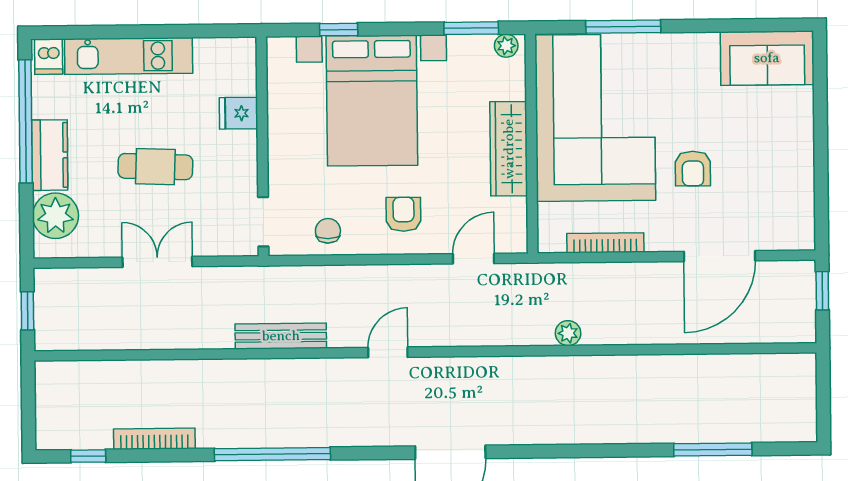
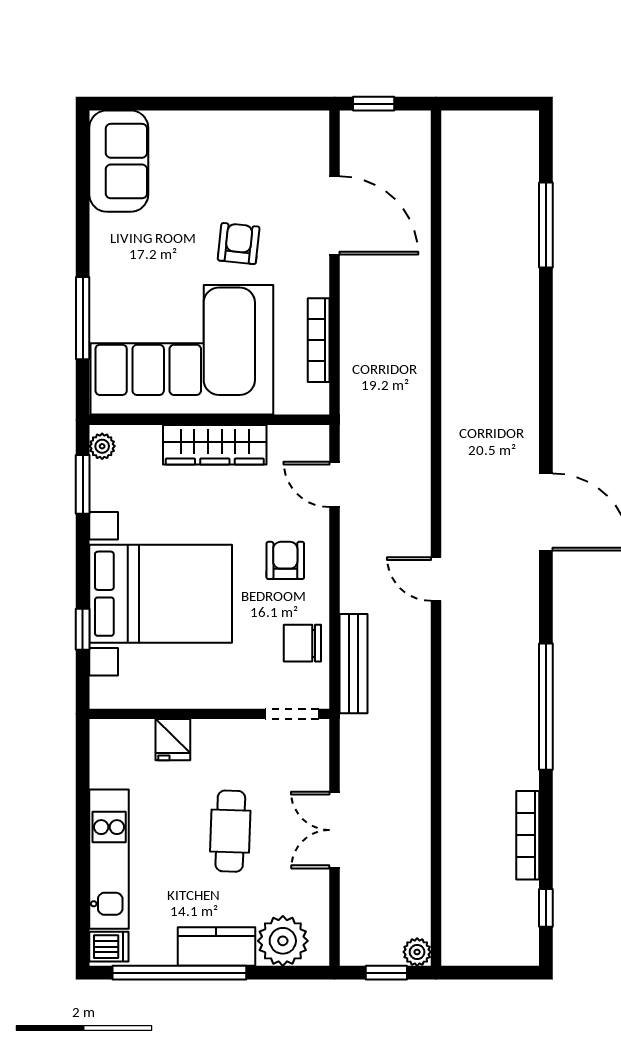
armchair: (693, 169) -> (239, 244), turned -84
armchair: (404, 214) -> (285, 560), turned 90
chair: (328, 231) -> (302, 643), width x1.37, depth x1.37
plant: (568, 333) -> (417, 952), moved
bench: (281, 336) -> (354, 664), moved

